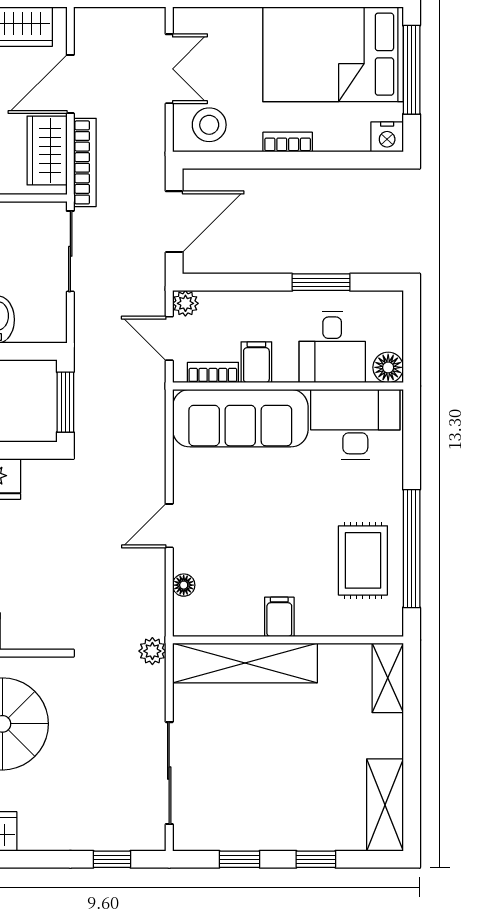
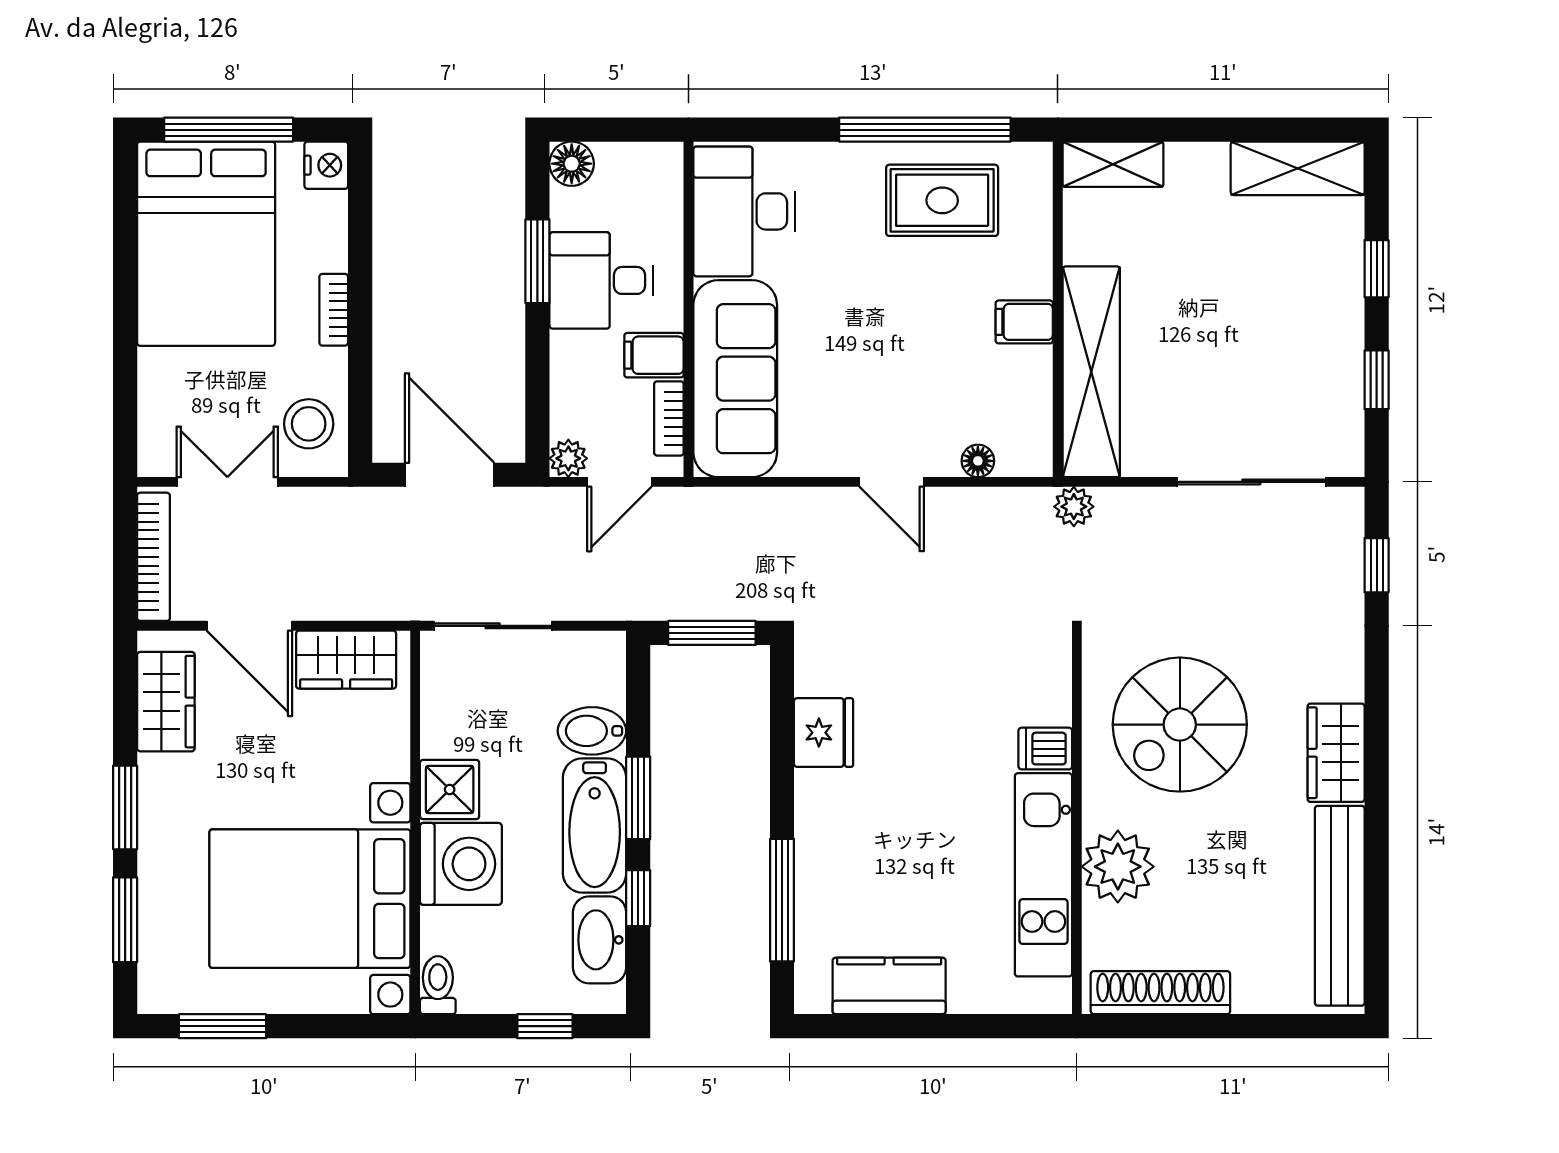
bookcase: (85, 162) -> (154, 557), moved, turned 90
desk: (332, 347) -> (601, 280), moved, turned 180
floor lamp: (388, 367) -> (572, 164), moved

